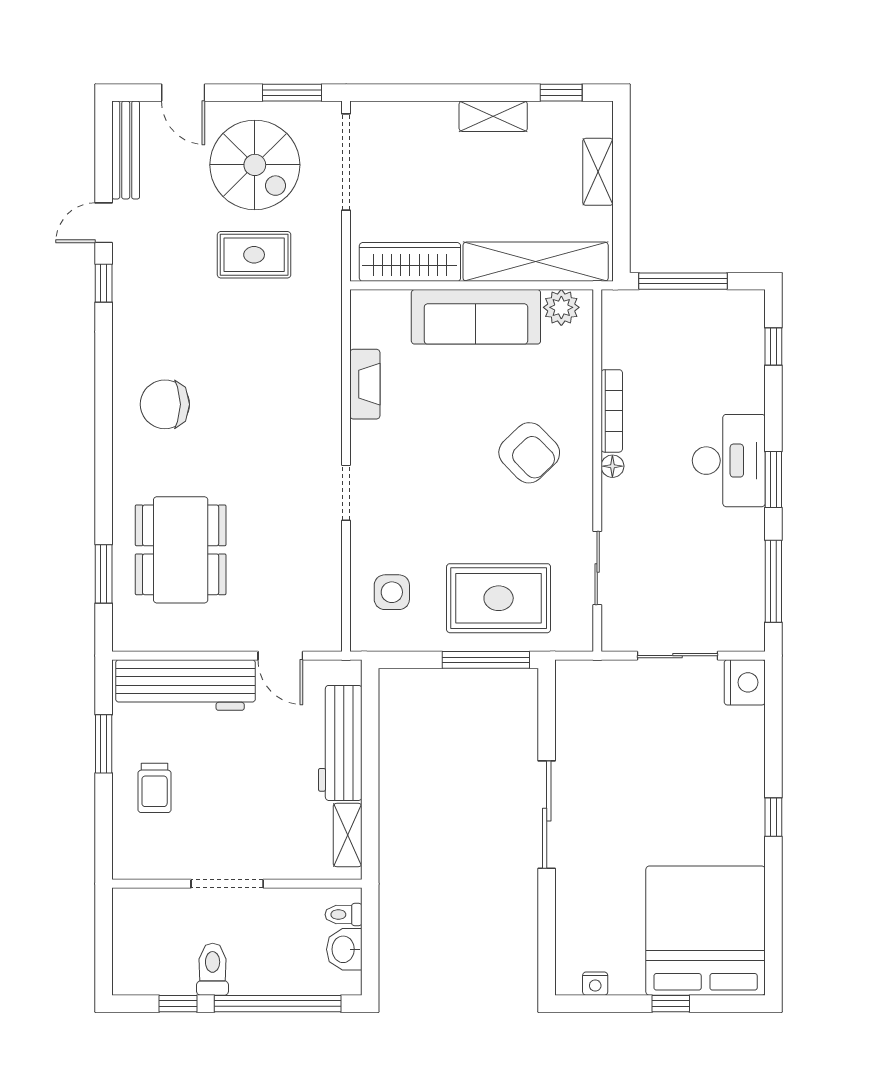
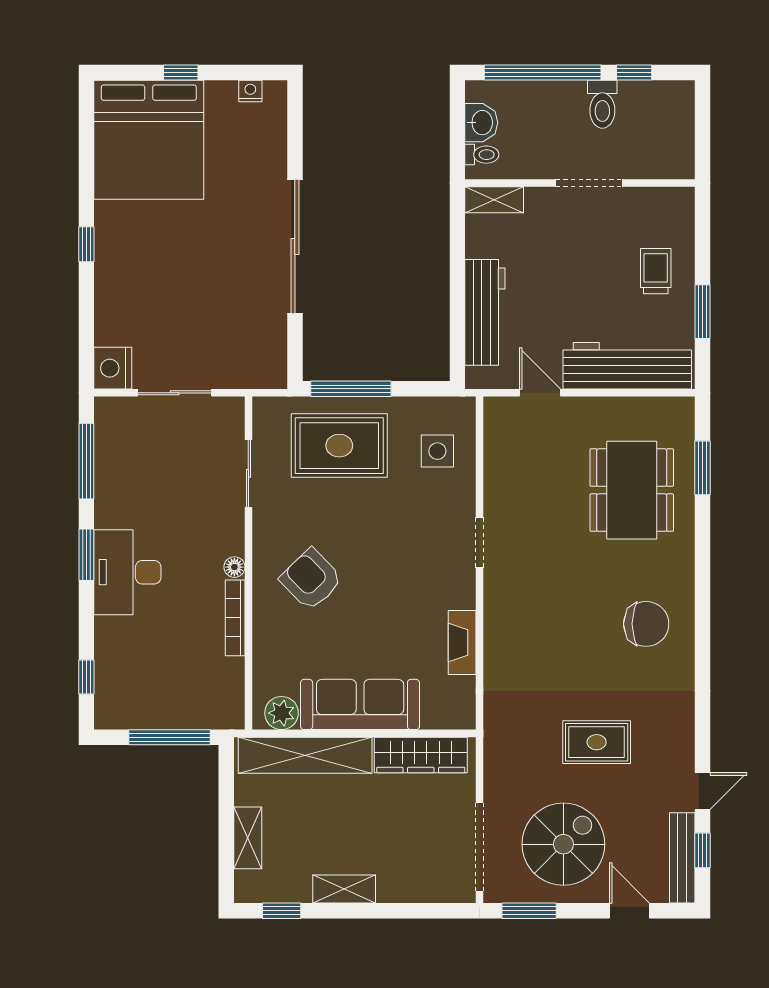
spiral stairs: (255, 165) -> (563, 844), turned 90
rug: (254, 255) -> (597, 742), moved
window: (104, 283) -> (702, 850), moved
sliding door: (547, 815) -> (295, 246), width x1.36
shelving: (348, 835) -> (494, 200), moved, turned 90

